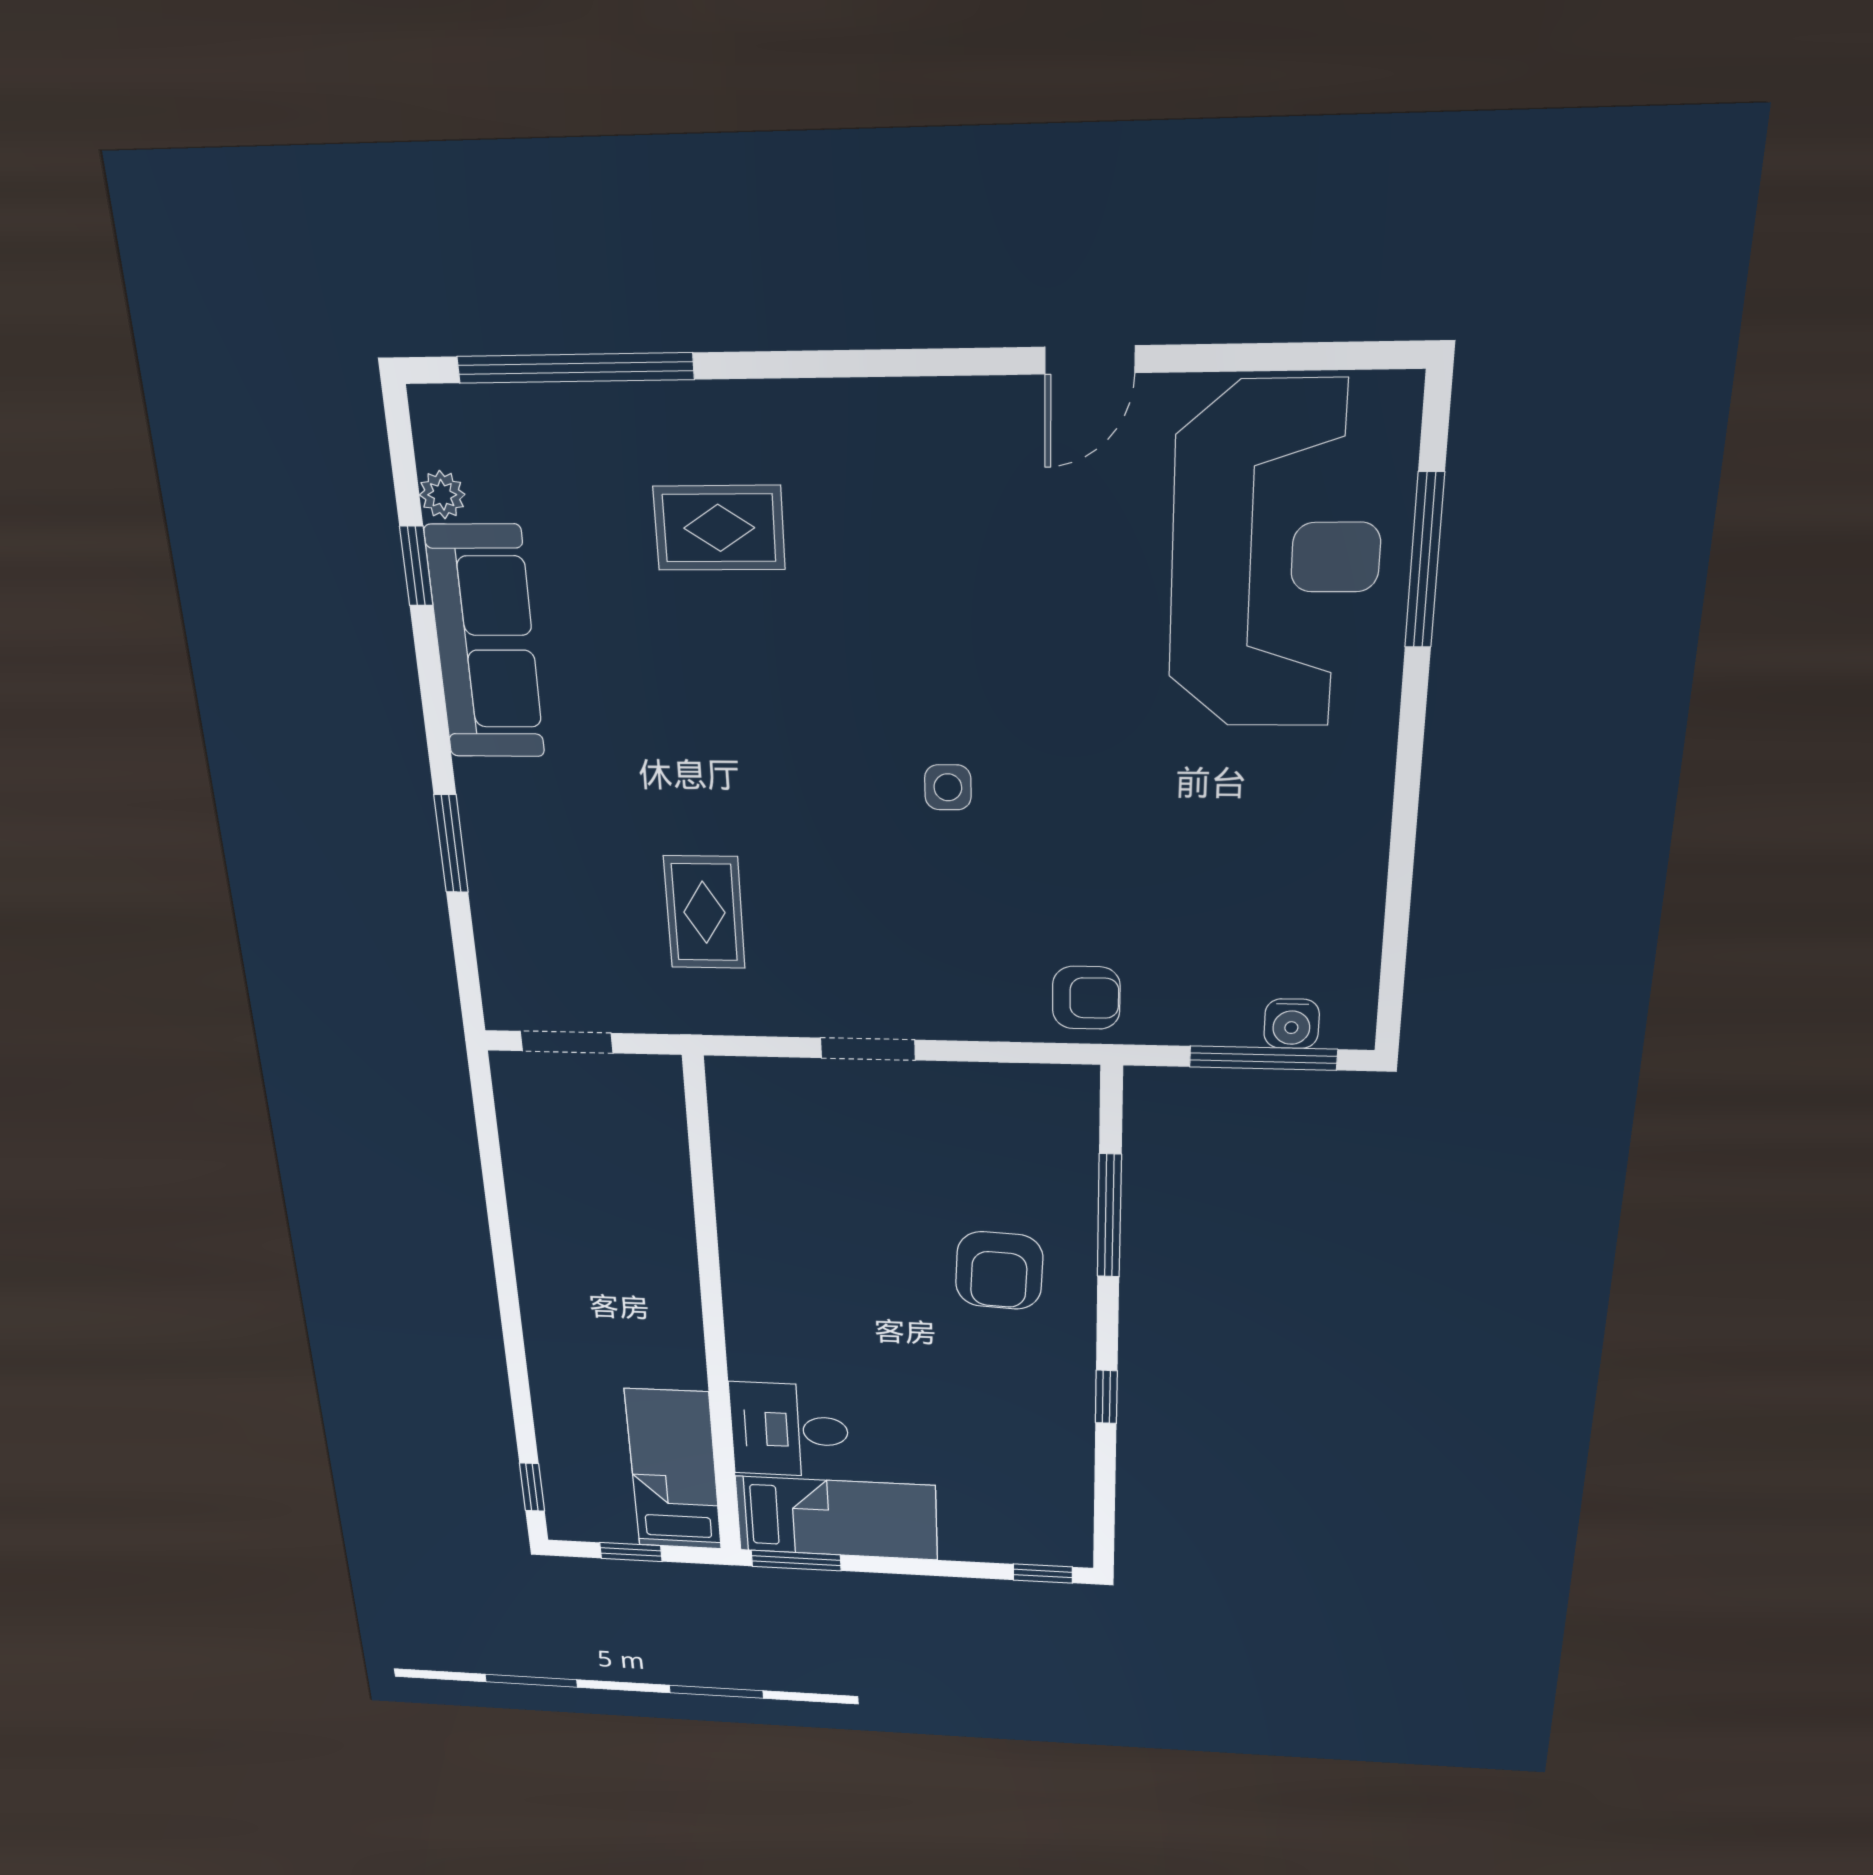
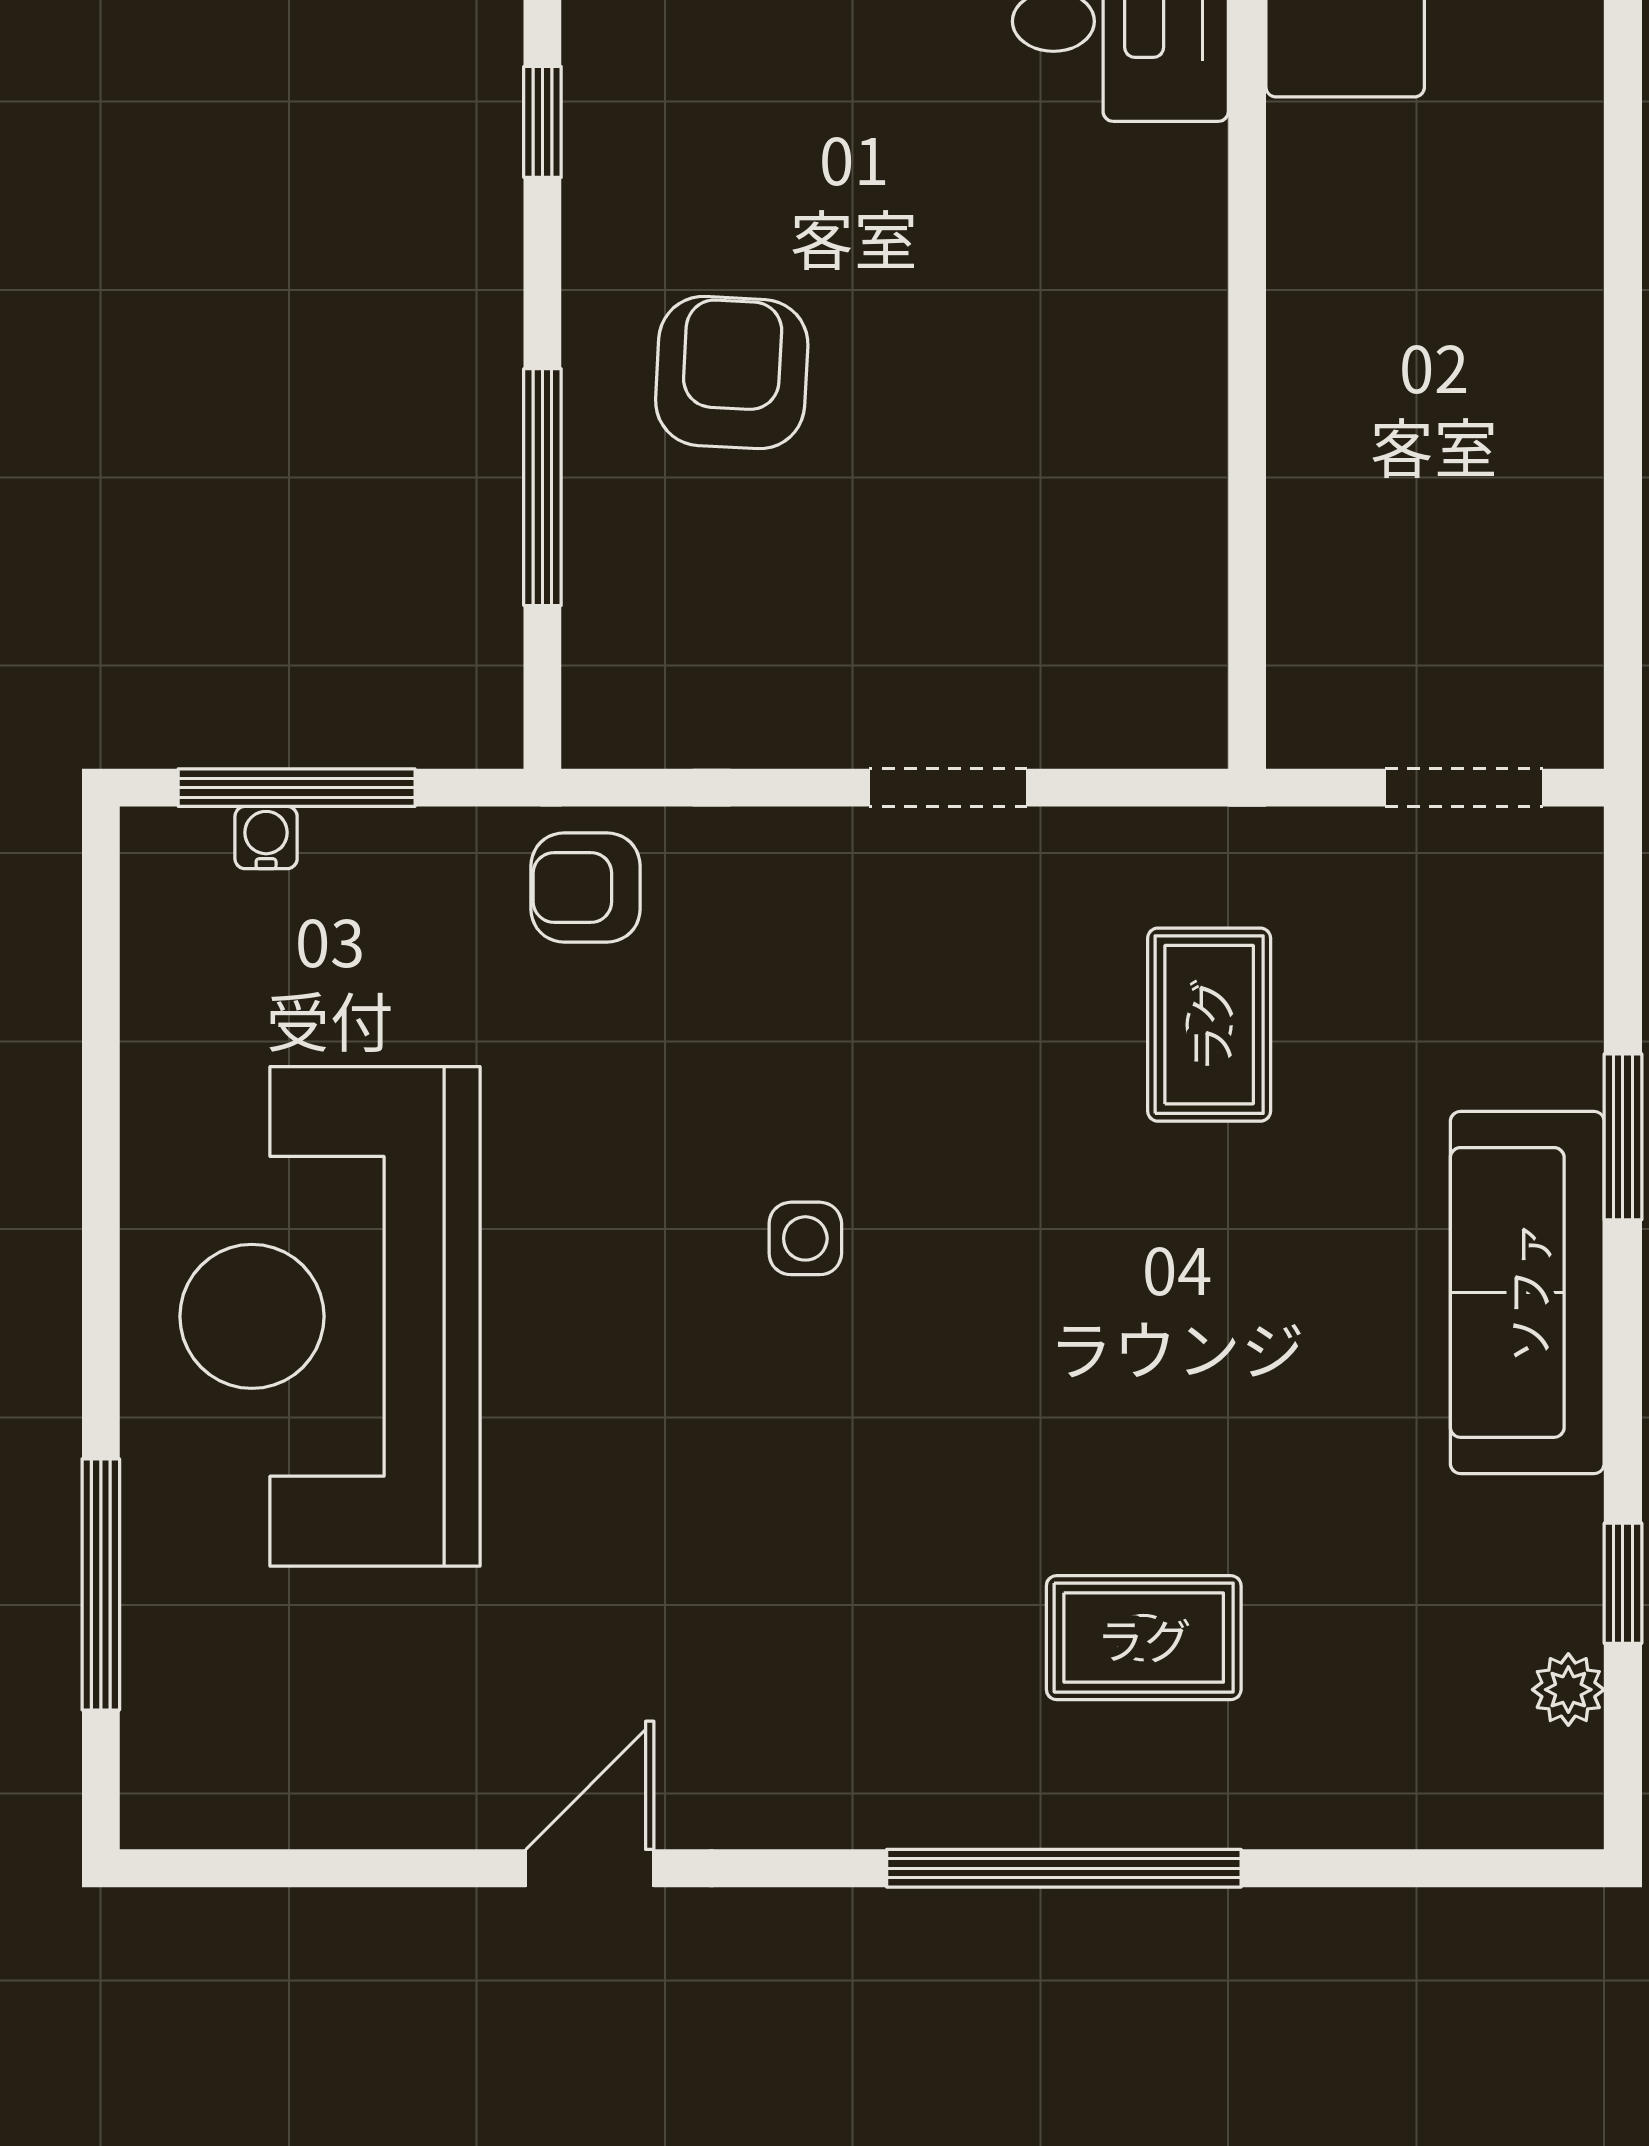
window: (575, 368) -> (1064, 1868), moved
reception desk: (1275, 557) -> (330, 1316), moved
sofa: (485, 643) -> (1527, 1292), moved
water cooler: (1292, 1024) -> (266, 838), width x0.72, depth x0.72

